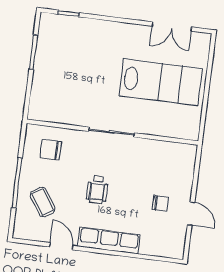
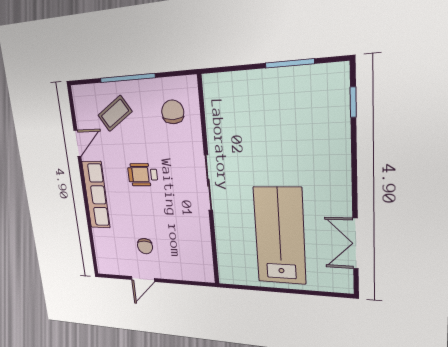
lab bench: (161, 82) -> (280, 236), turned 180

